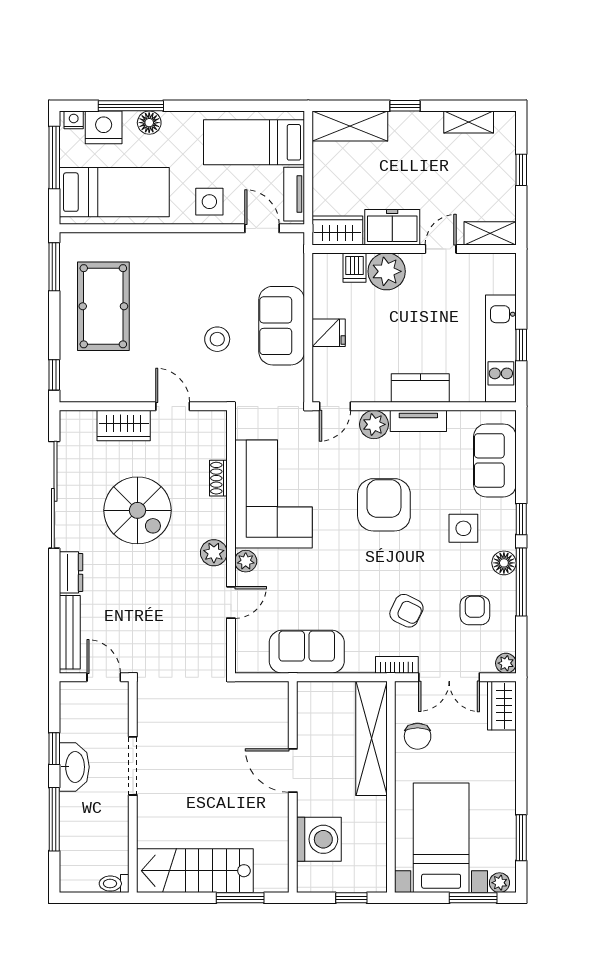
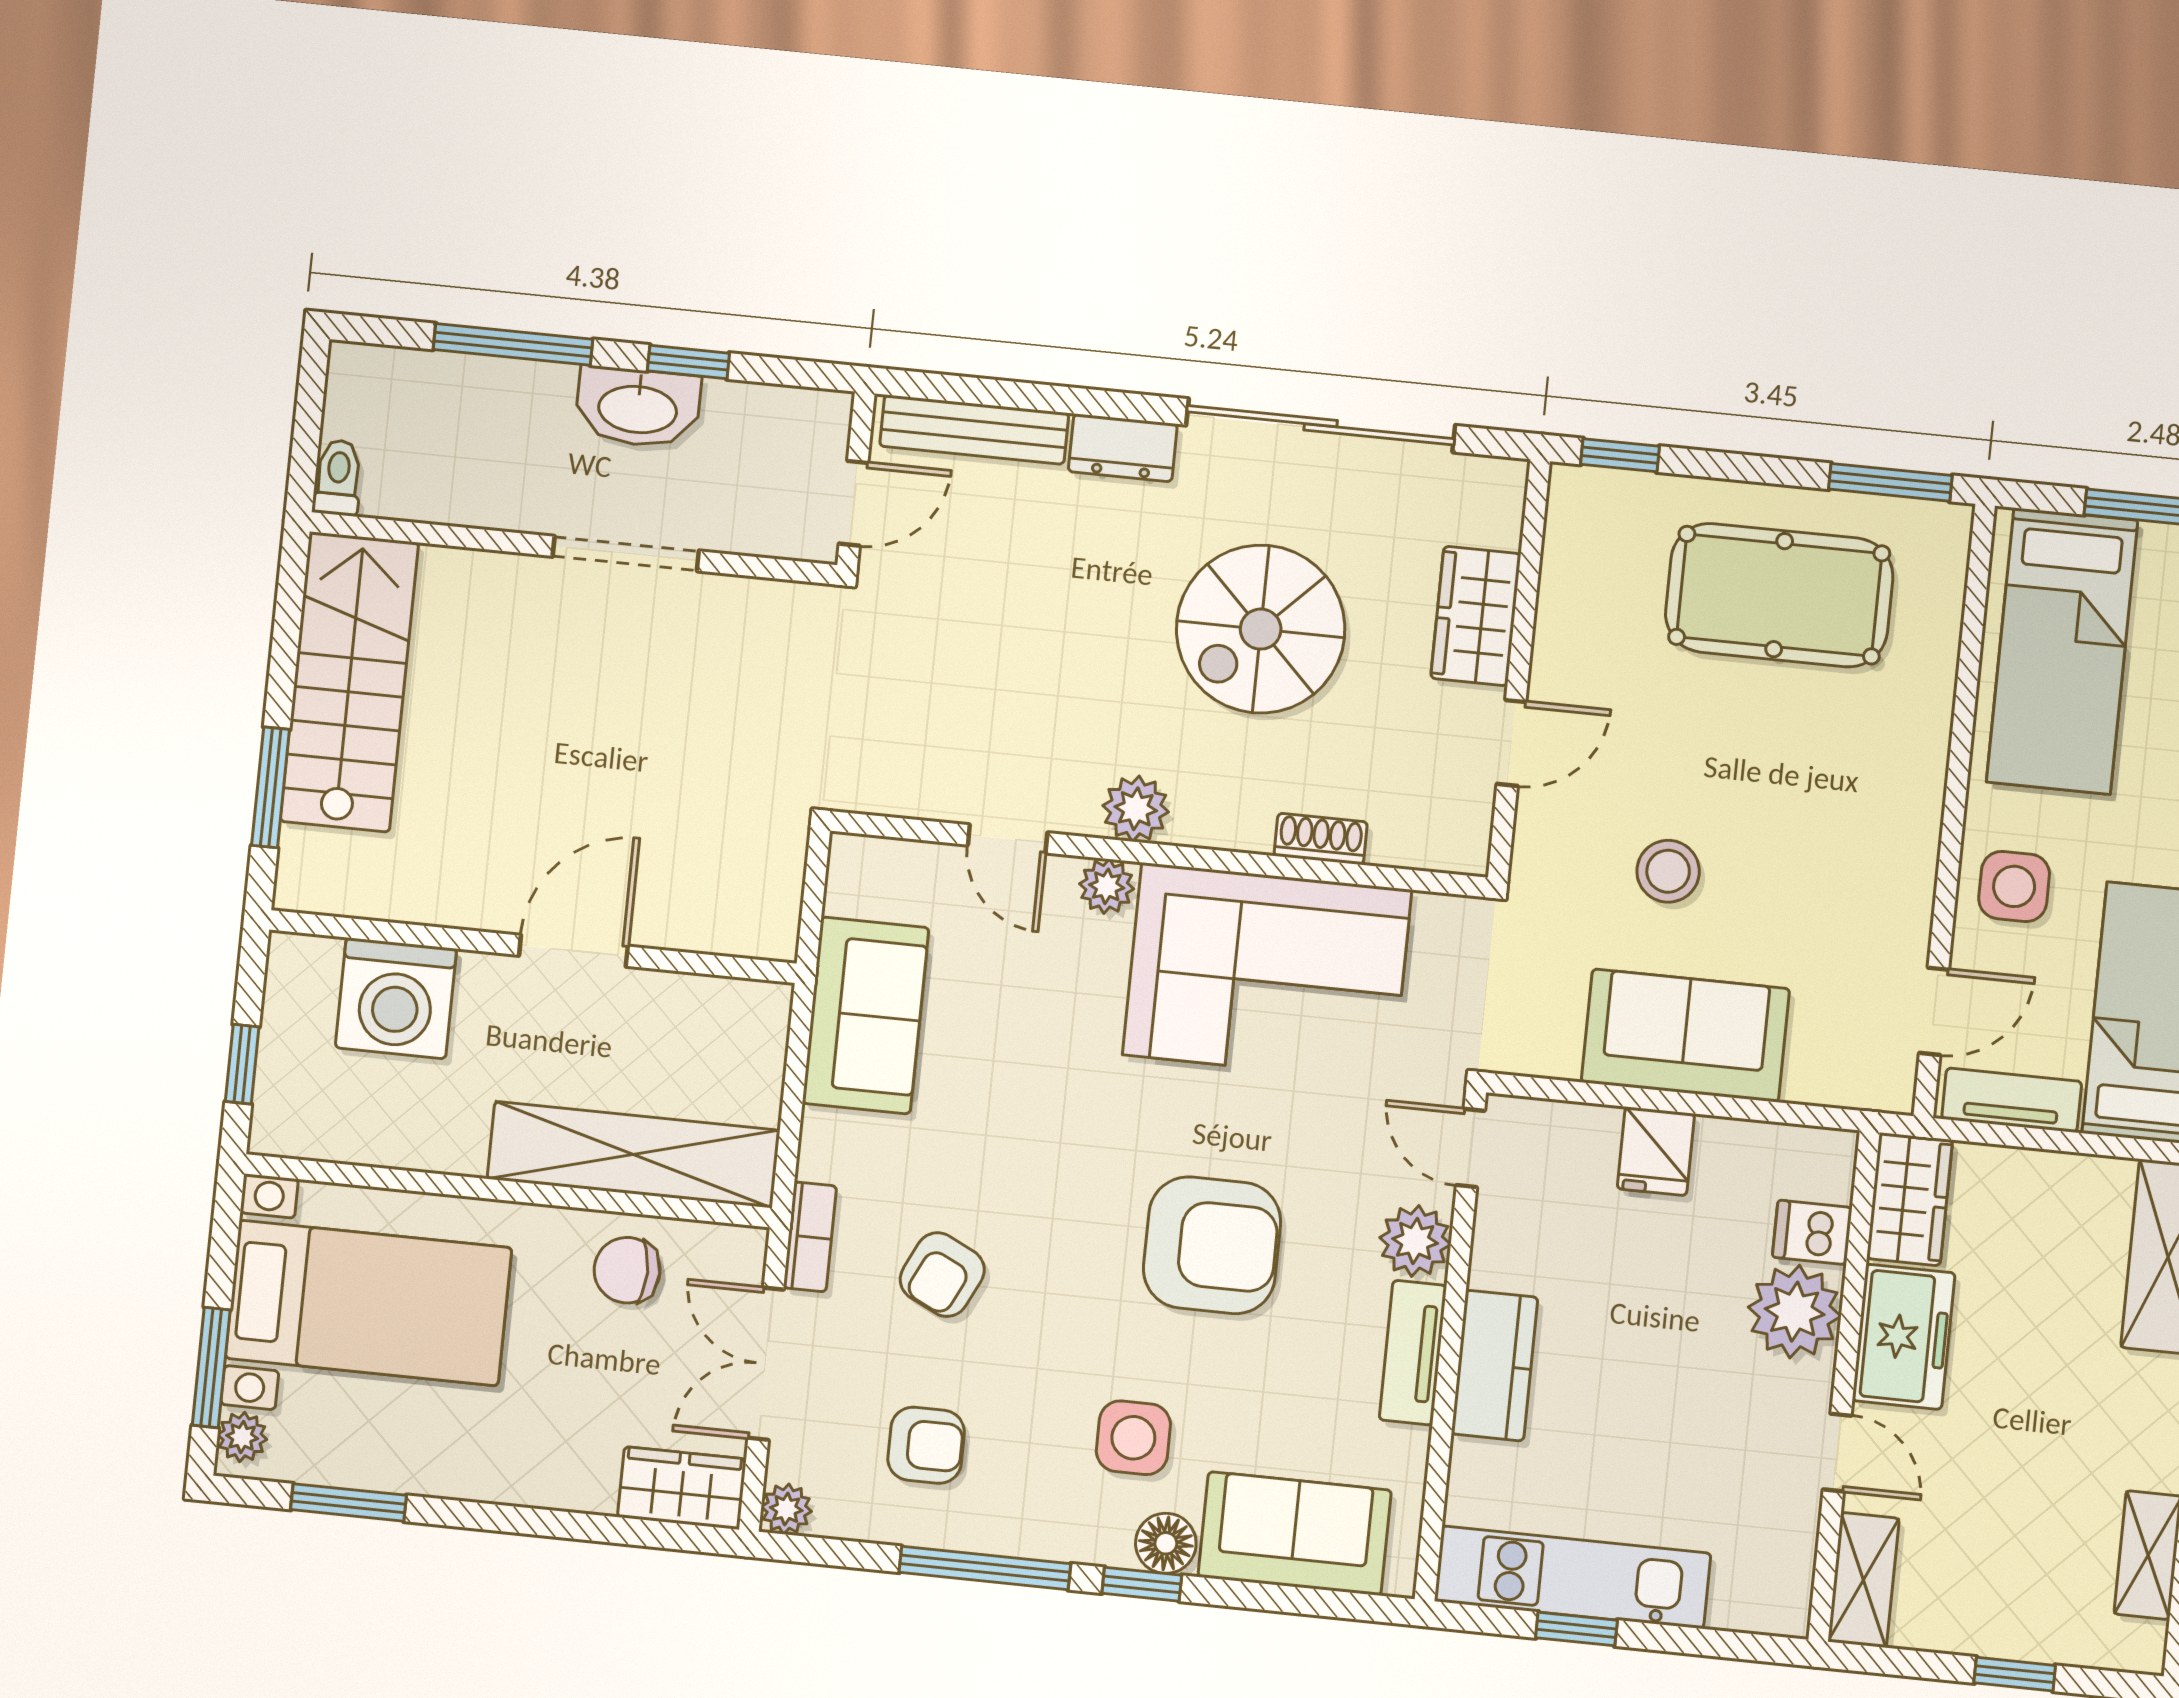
floor lamp: (504, 563) -> (1166, 1543), moved

